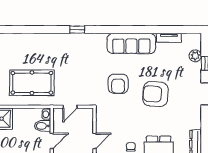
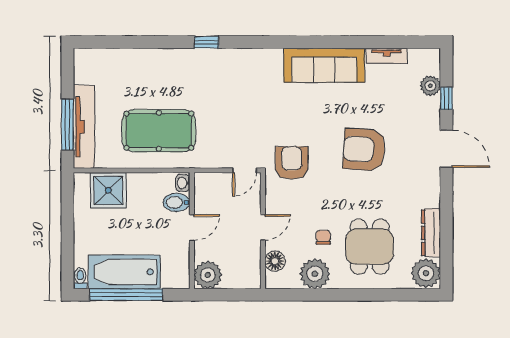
window: (77, 30) -> (206, 42), moved
armchair: (118, 84) -> (292, 163), moved, turned 180
door: (70, 107) -> (245, 170), moved

